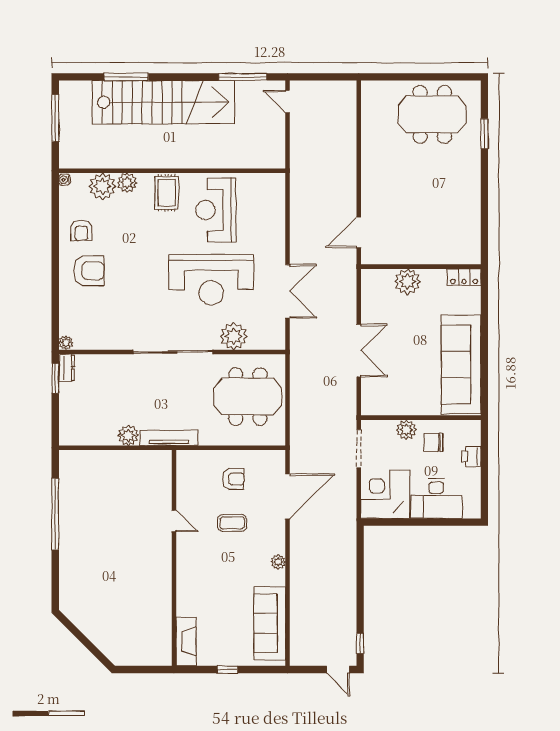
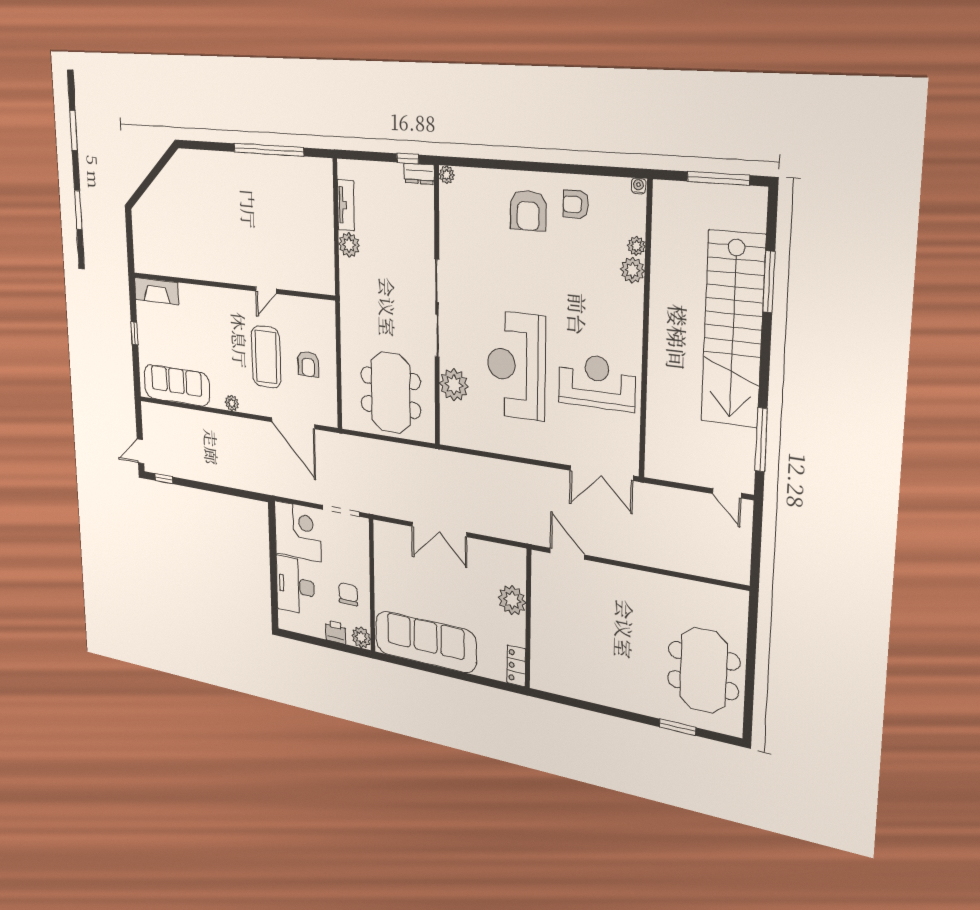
door: (288, 101) -> (727, 493), swing flipped
plant: (102, 186) -> (636, 246), width x0.53, depth x0.53
rug: (167, 193) -> (619, 321), removed
double door: (288, 291) -> (601, 473), moved
window: (55, 378) -> (408, 159), width x0.67
plant: (406, 430) -> (361, 637), moved
tv unit: (169, 438) -> (346, 205), moved, width x0.71
coffee table: (232, 523) -> (266, 357), width x1.86, depth x1.72

